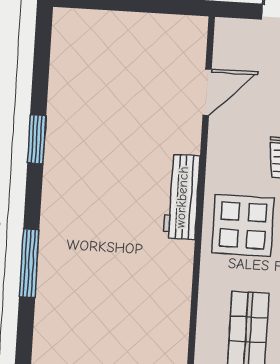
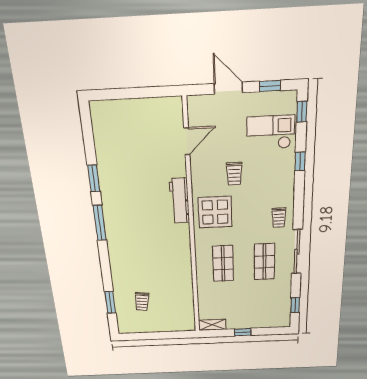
window: (29, 263) -> (100, 223), moved

